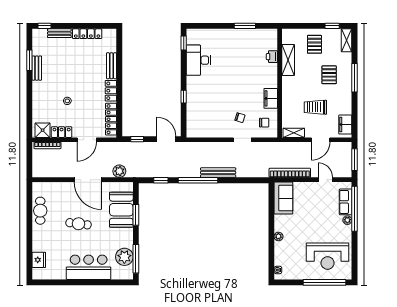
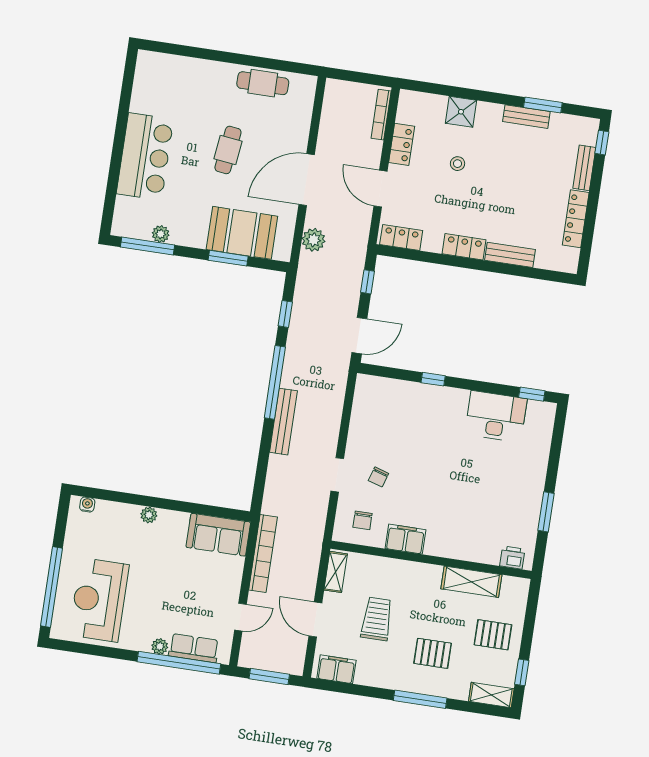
printer: (272, 57) -> (512, 558), moved
locker: (111, 119) -> (401, 237), width x0.66
shower: (43, 130) -> (461, 112), moved
plant: (124, 257) -> (161, 234), width x0.53, depth x0.53
fridge: (39, 260) -> (173, 67), removed

